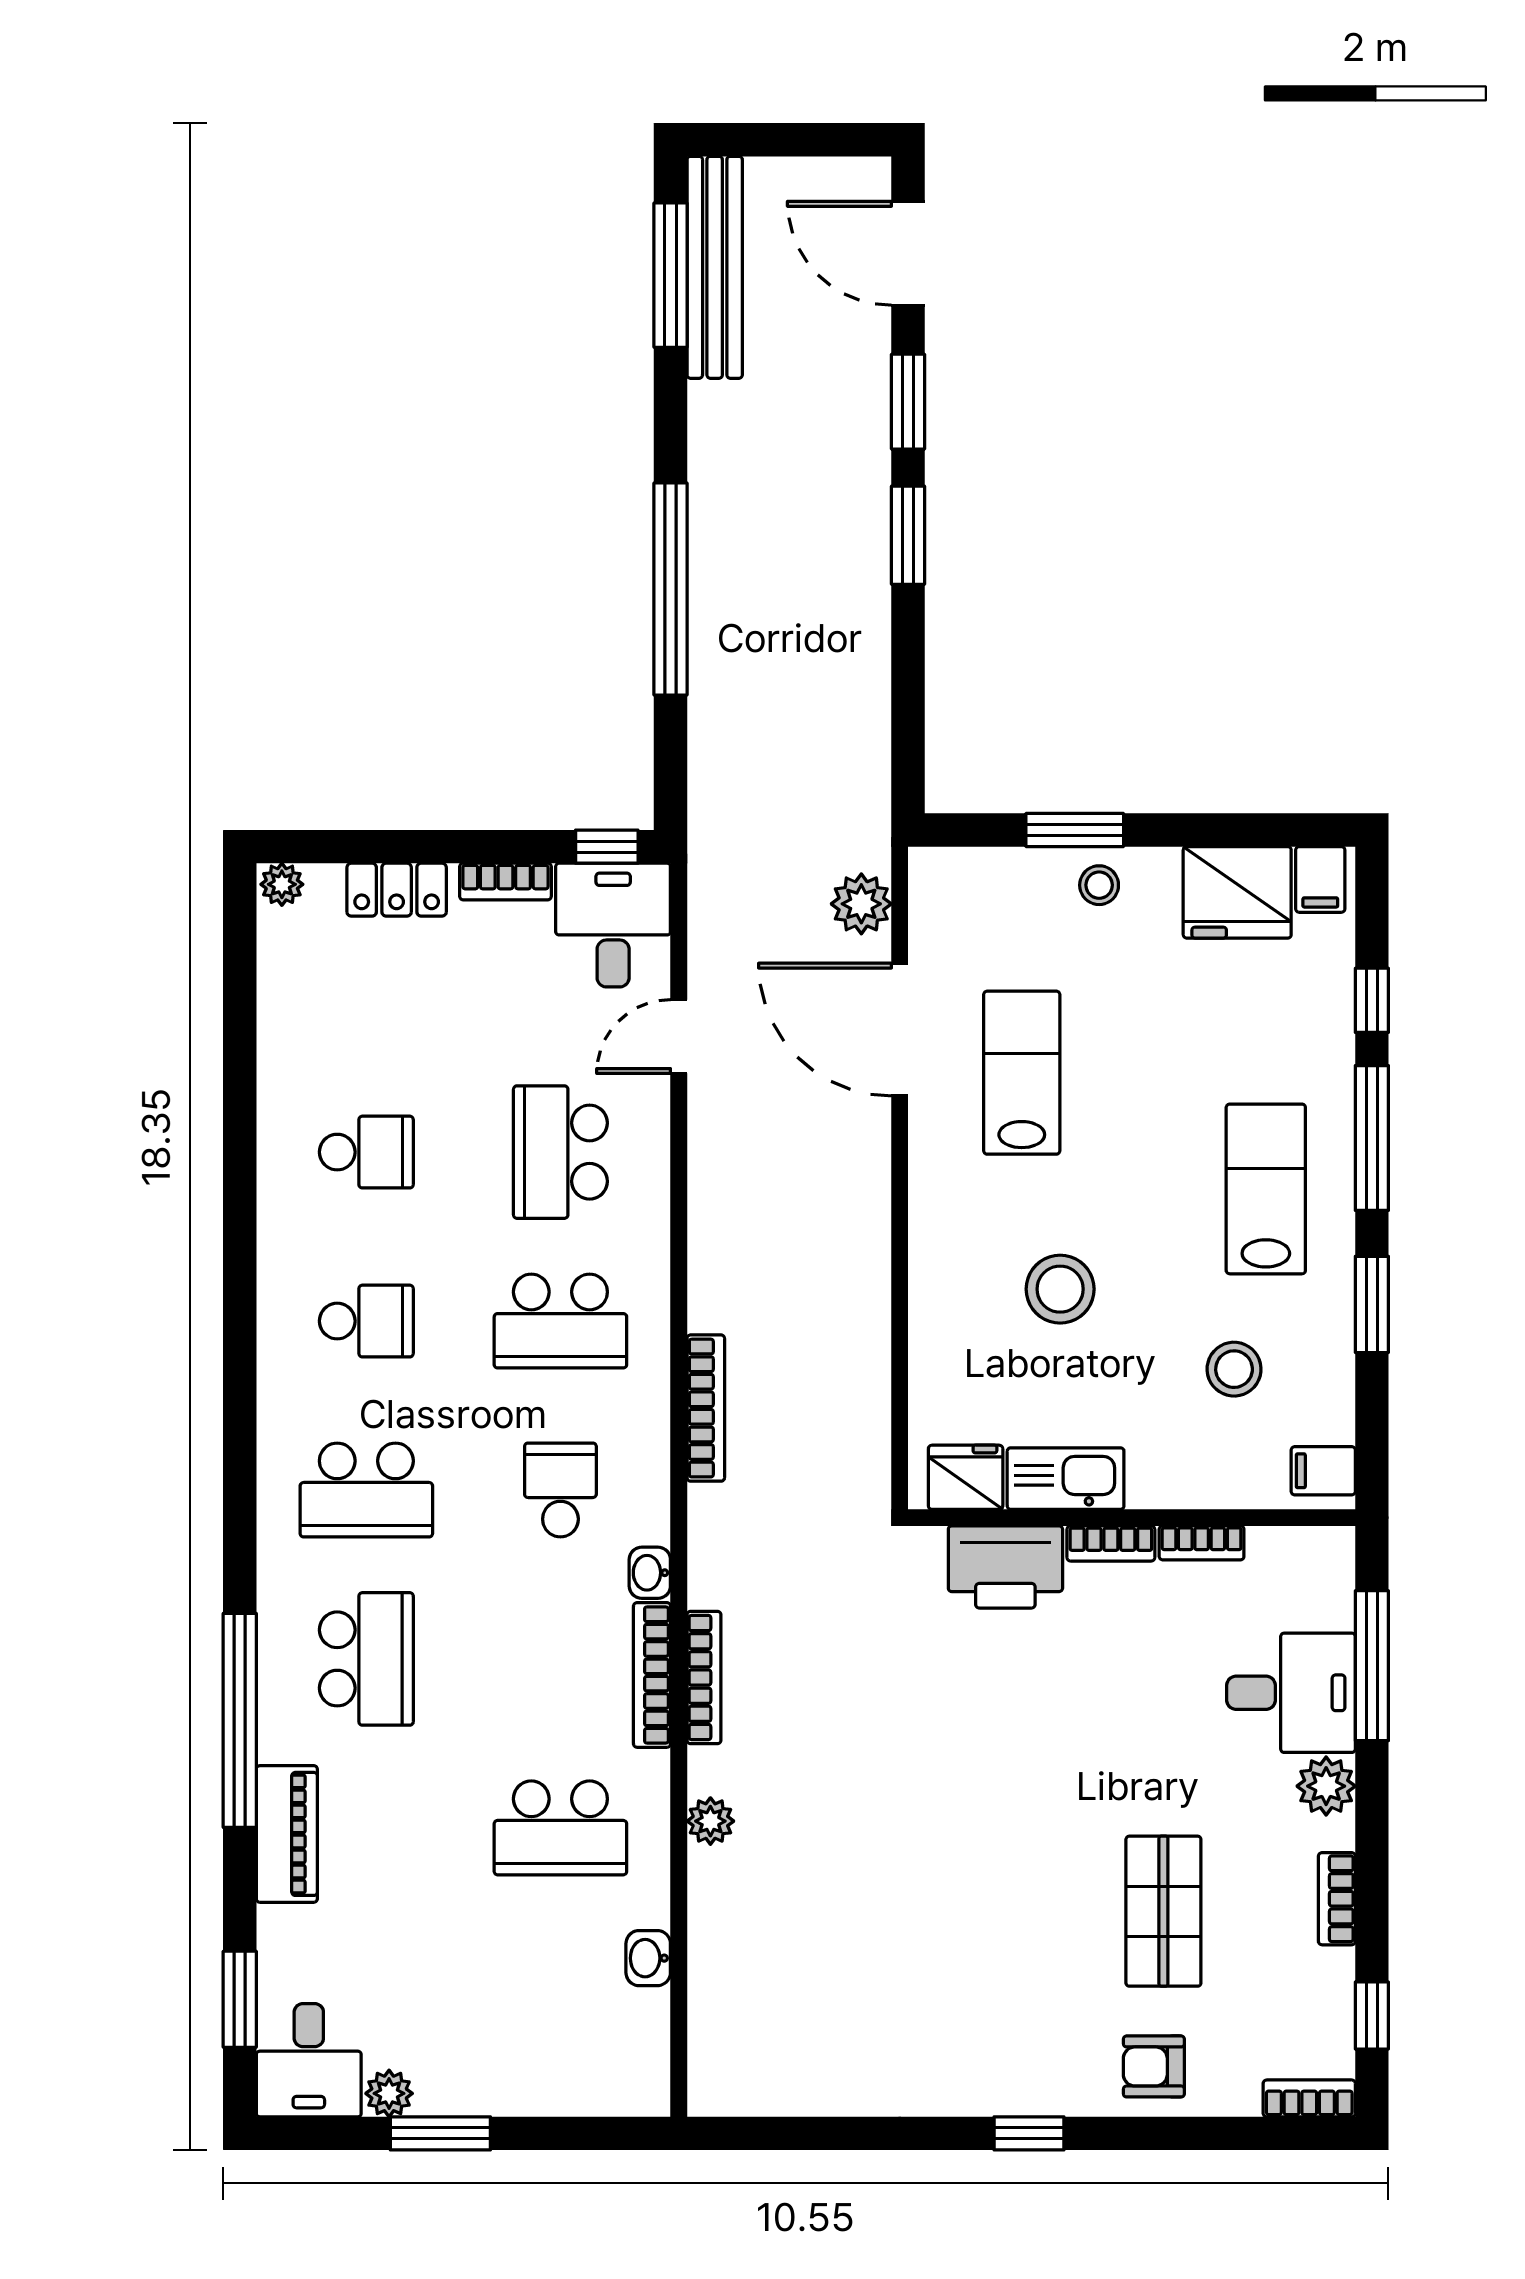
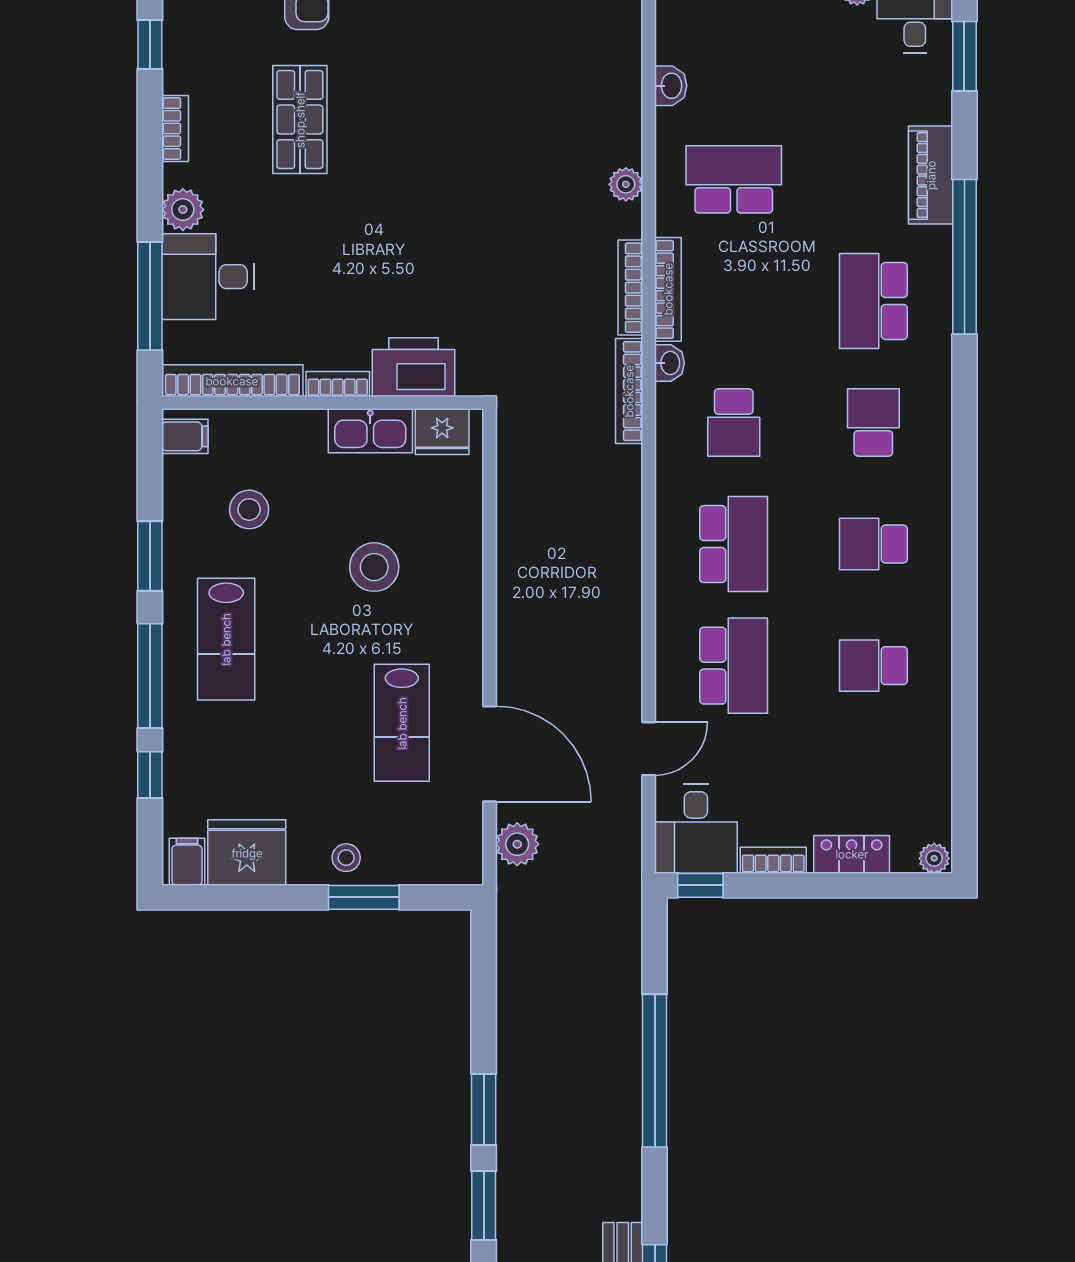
school desk: (560, 1321) -> (734, 544), turned 90
bookcase: (706, 1408) -> (629, 391), moved
school desk: (366, 1490) -> (873, 423), width x0.54
bookcase: (1202, 1543) -> (232, 381), width x2.31, depth x1.31

